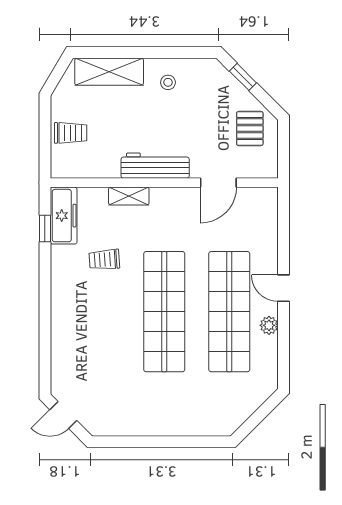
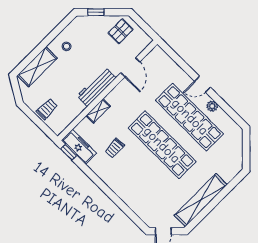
pallet: (250, 128) -> (121, 31), turned 90
window: (45, 228) -> (69, 152), moved
shelving: (144, 423) -> (201, 200), added

